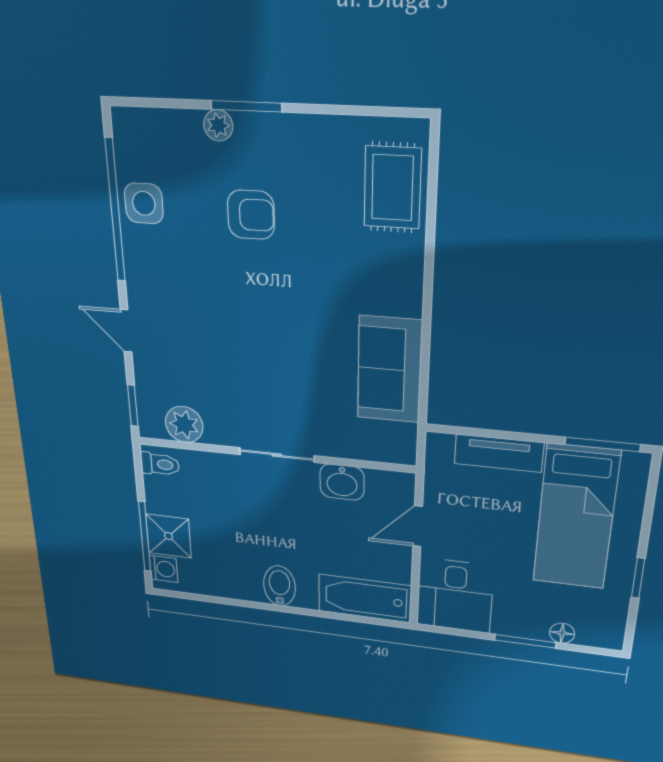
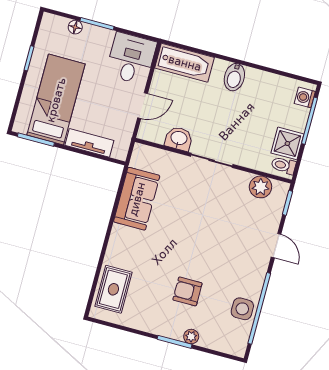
shower: (168, 536) -> (287, 143), moved

